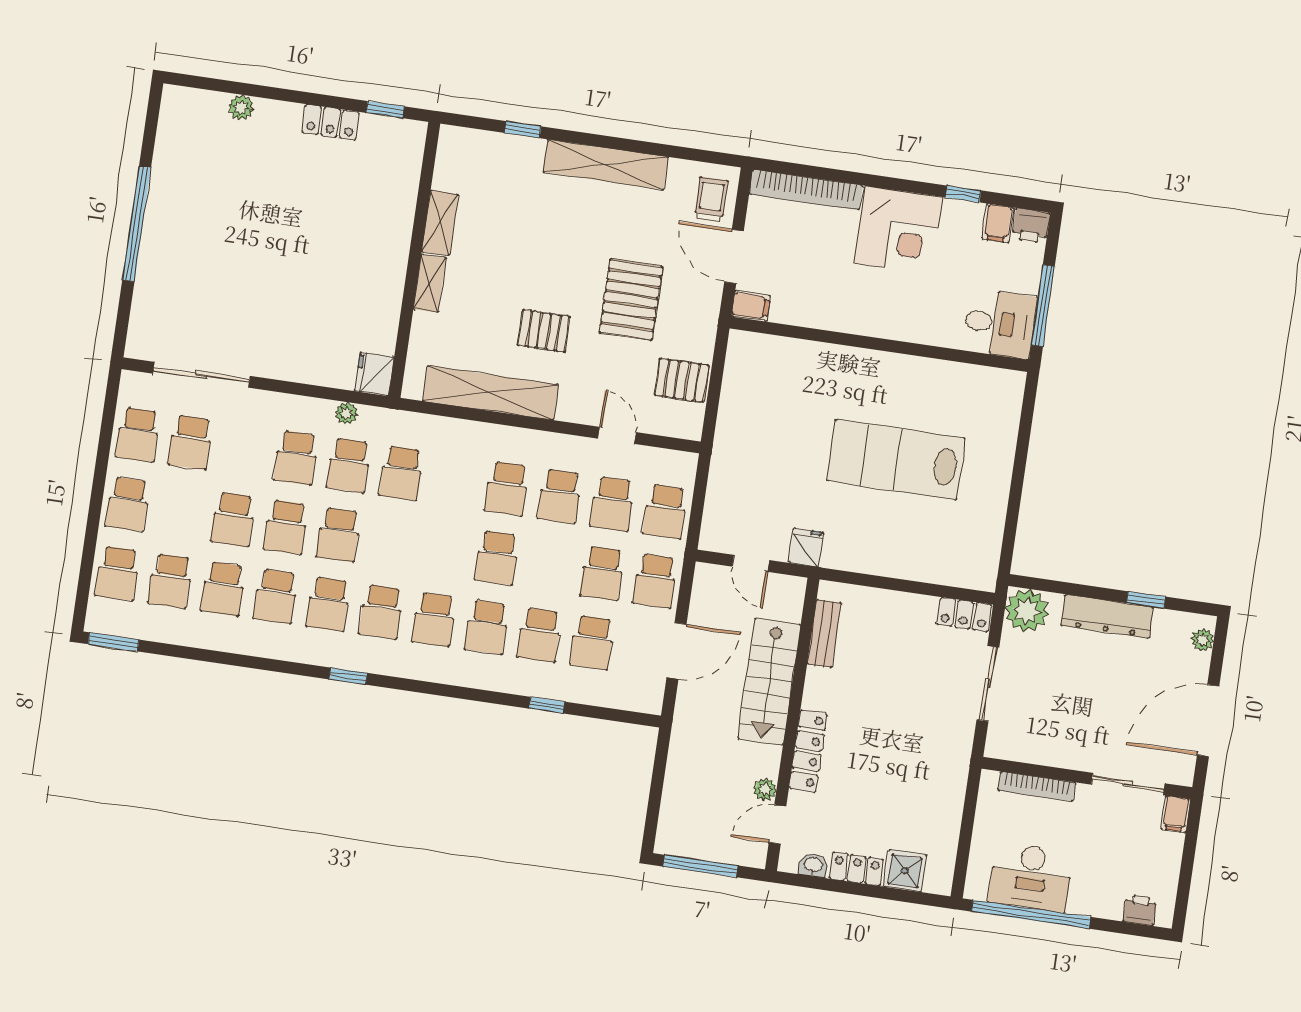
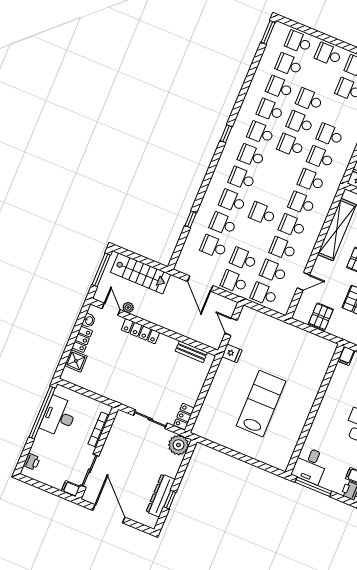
plant: (346, 413) -> (344, 163), removed
school desk: (454, 481) -> (302, 203), added
door: (751, 563) -> (231, 327), hinge flipped
dresser: (1107, 616) -> (161, 496), moved
plant: (1203, 640) -> (146, 520), removed
stairs: (769, 682) -> (141, 273), moved, turned 180

